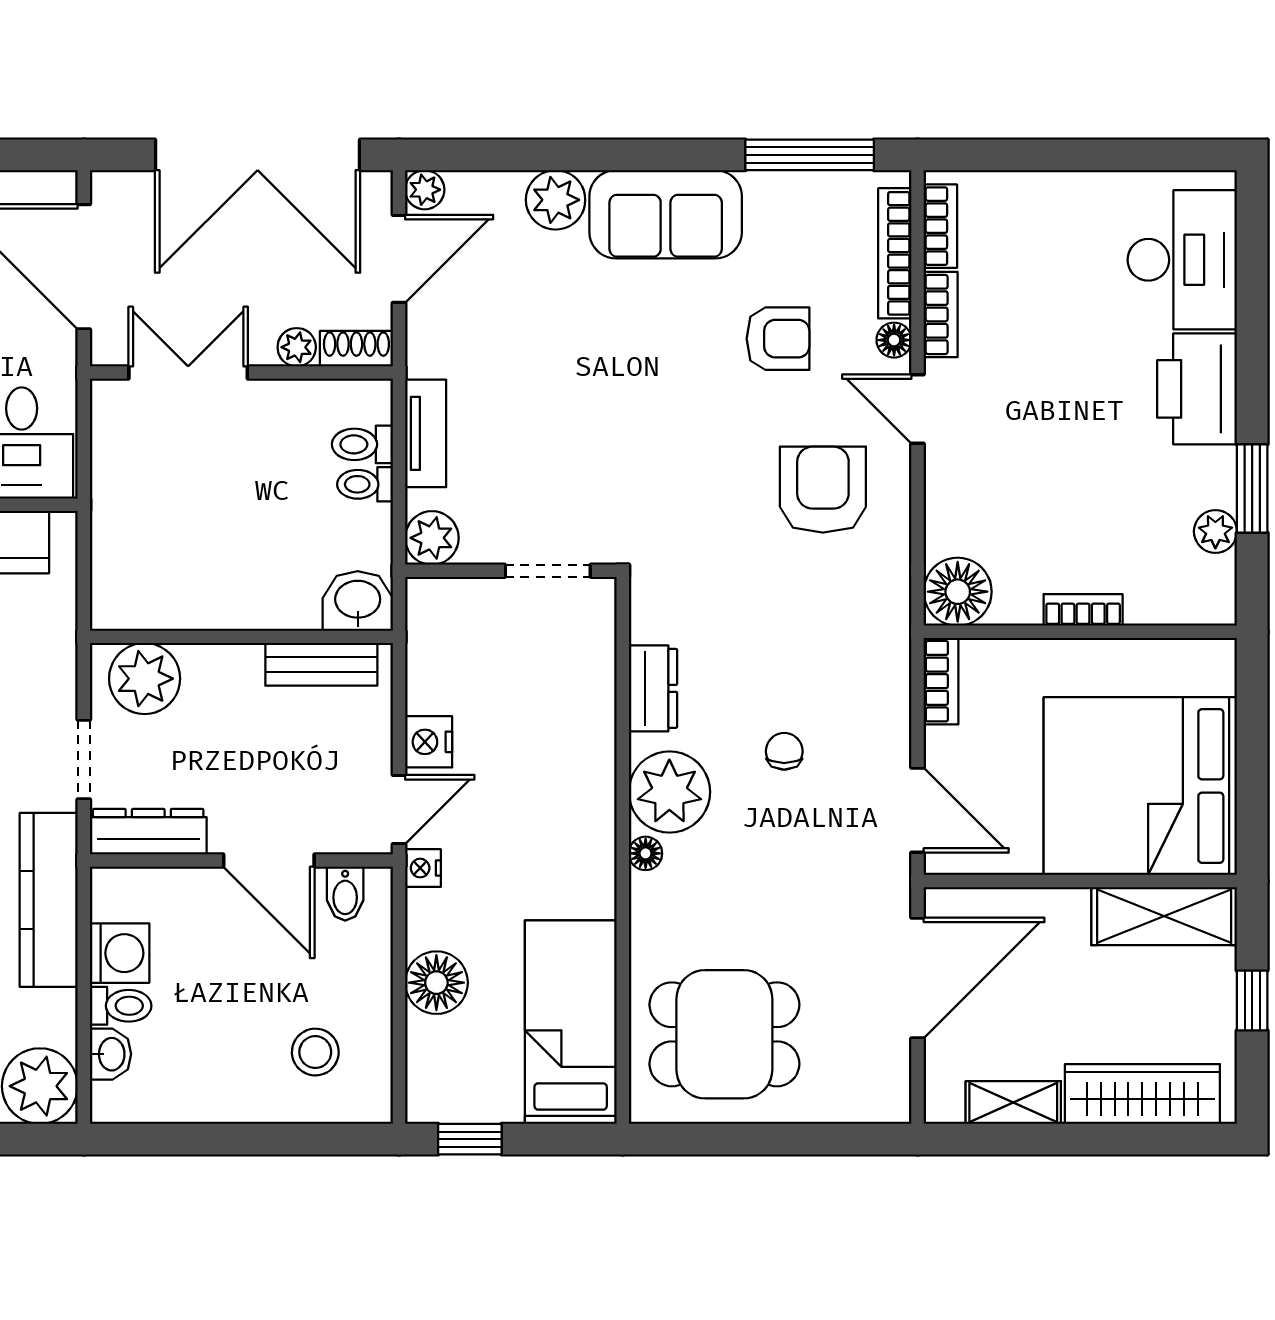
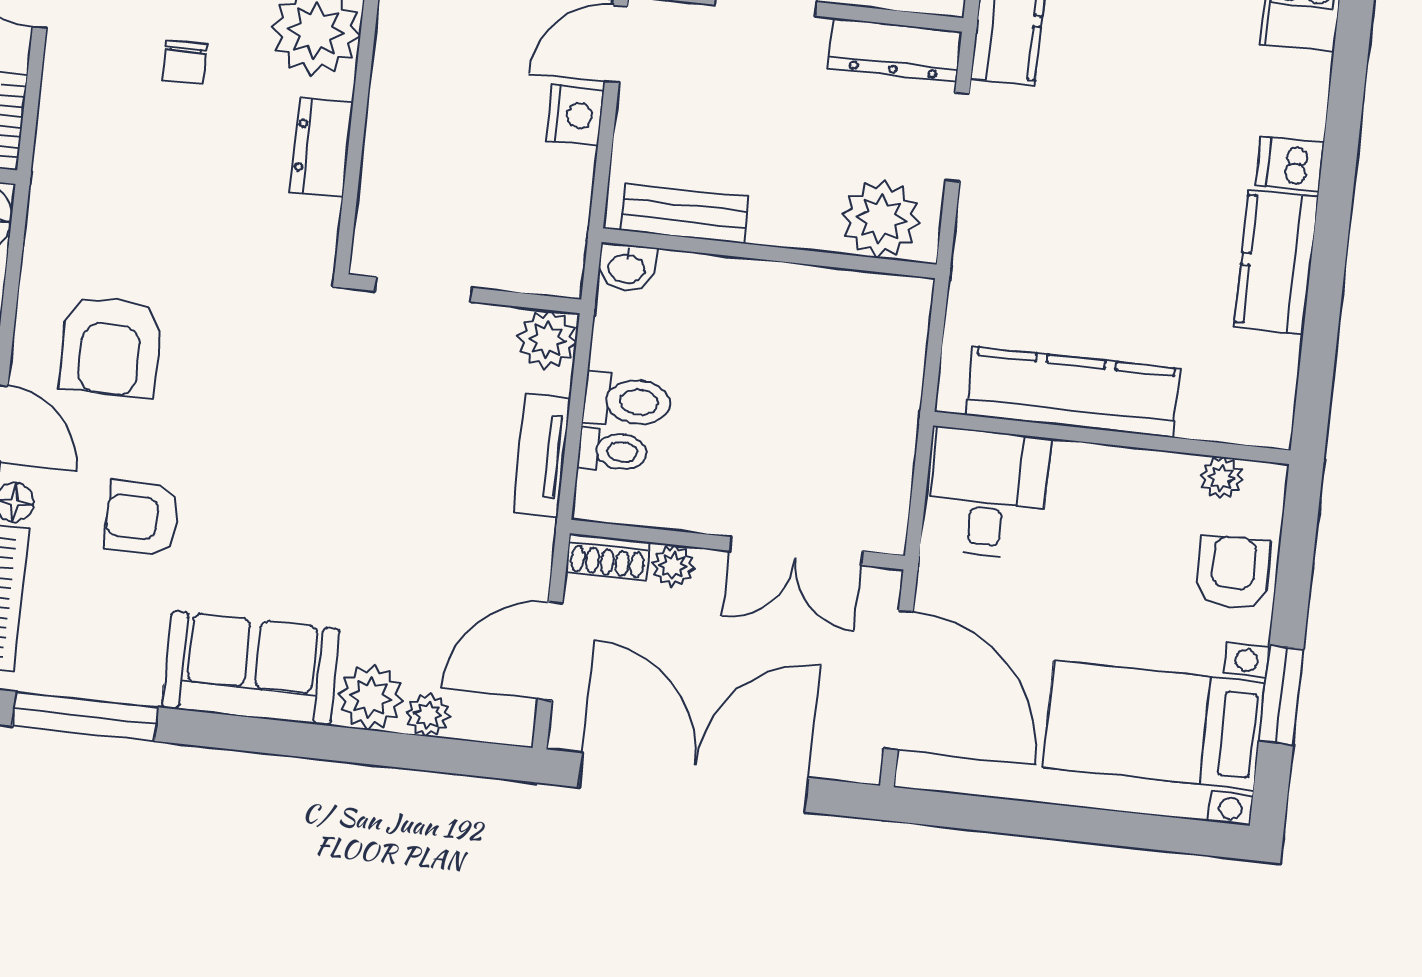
plant: (425, 190) -> (428, 715), moved
toilet: (365, 484) -> (627, 401), width x1.37, depth x1.39
washbasin: (358, 601) -> (627, 268), width x0.72, depth x0.69

